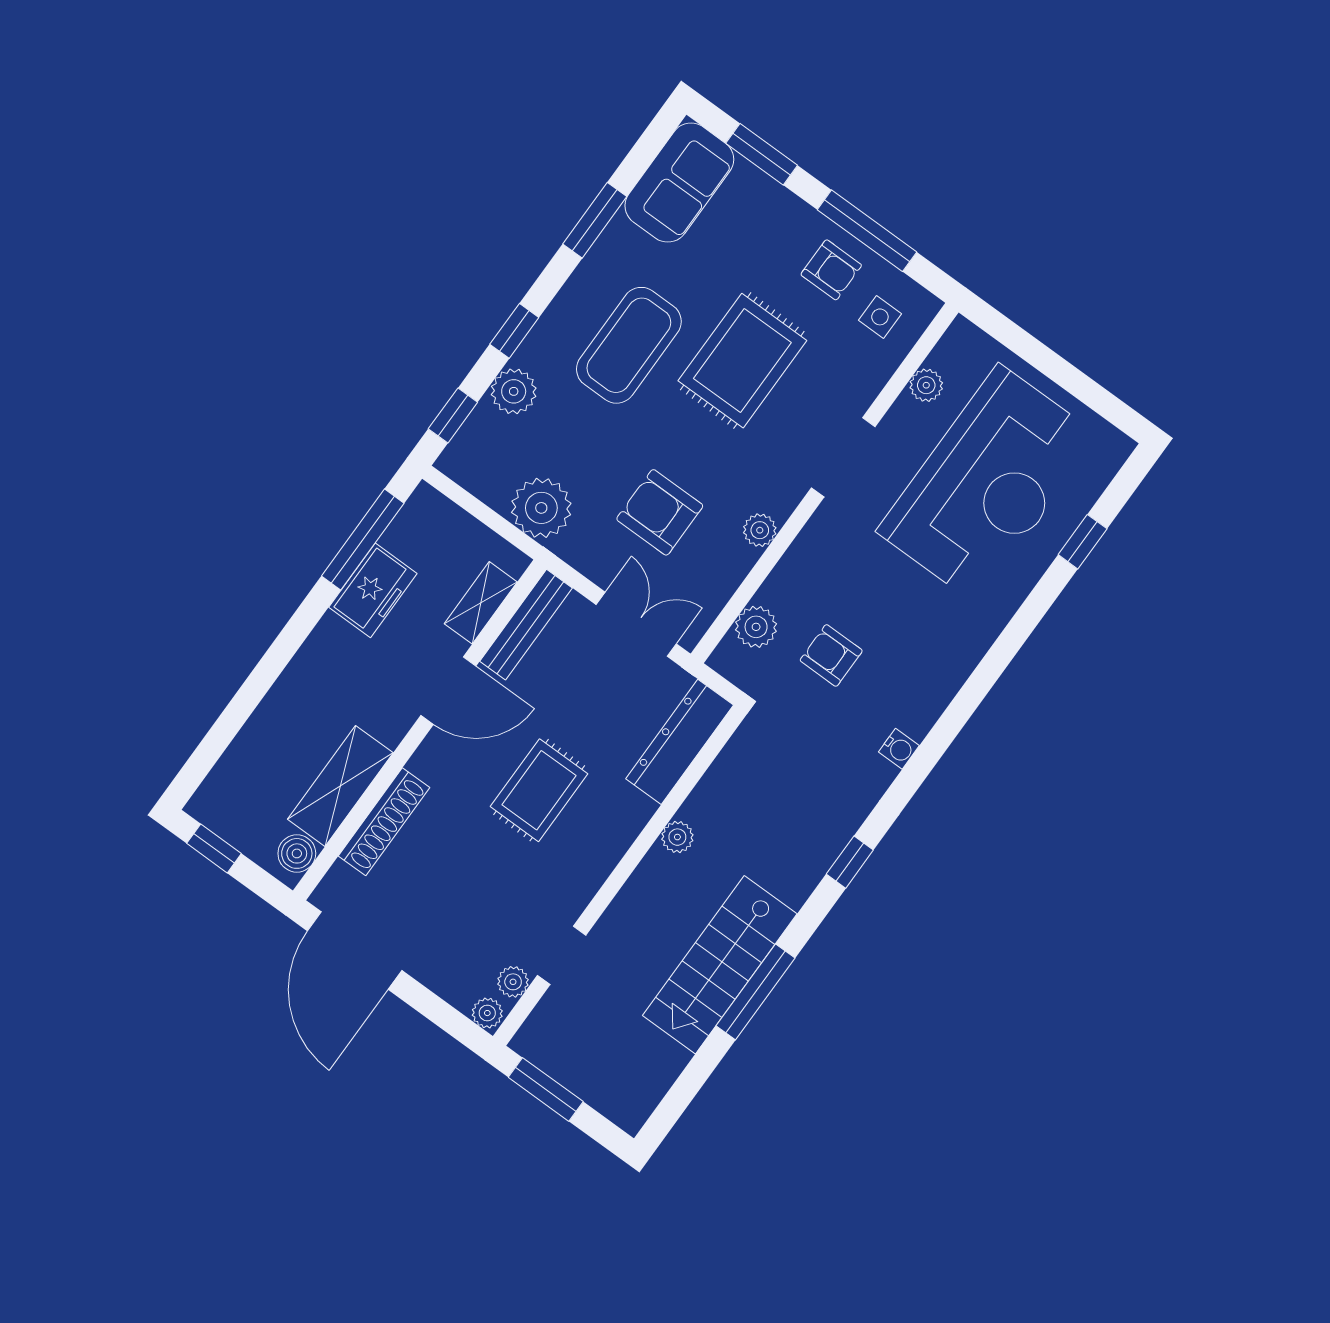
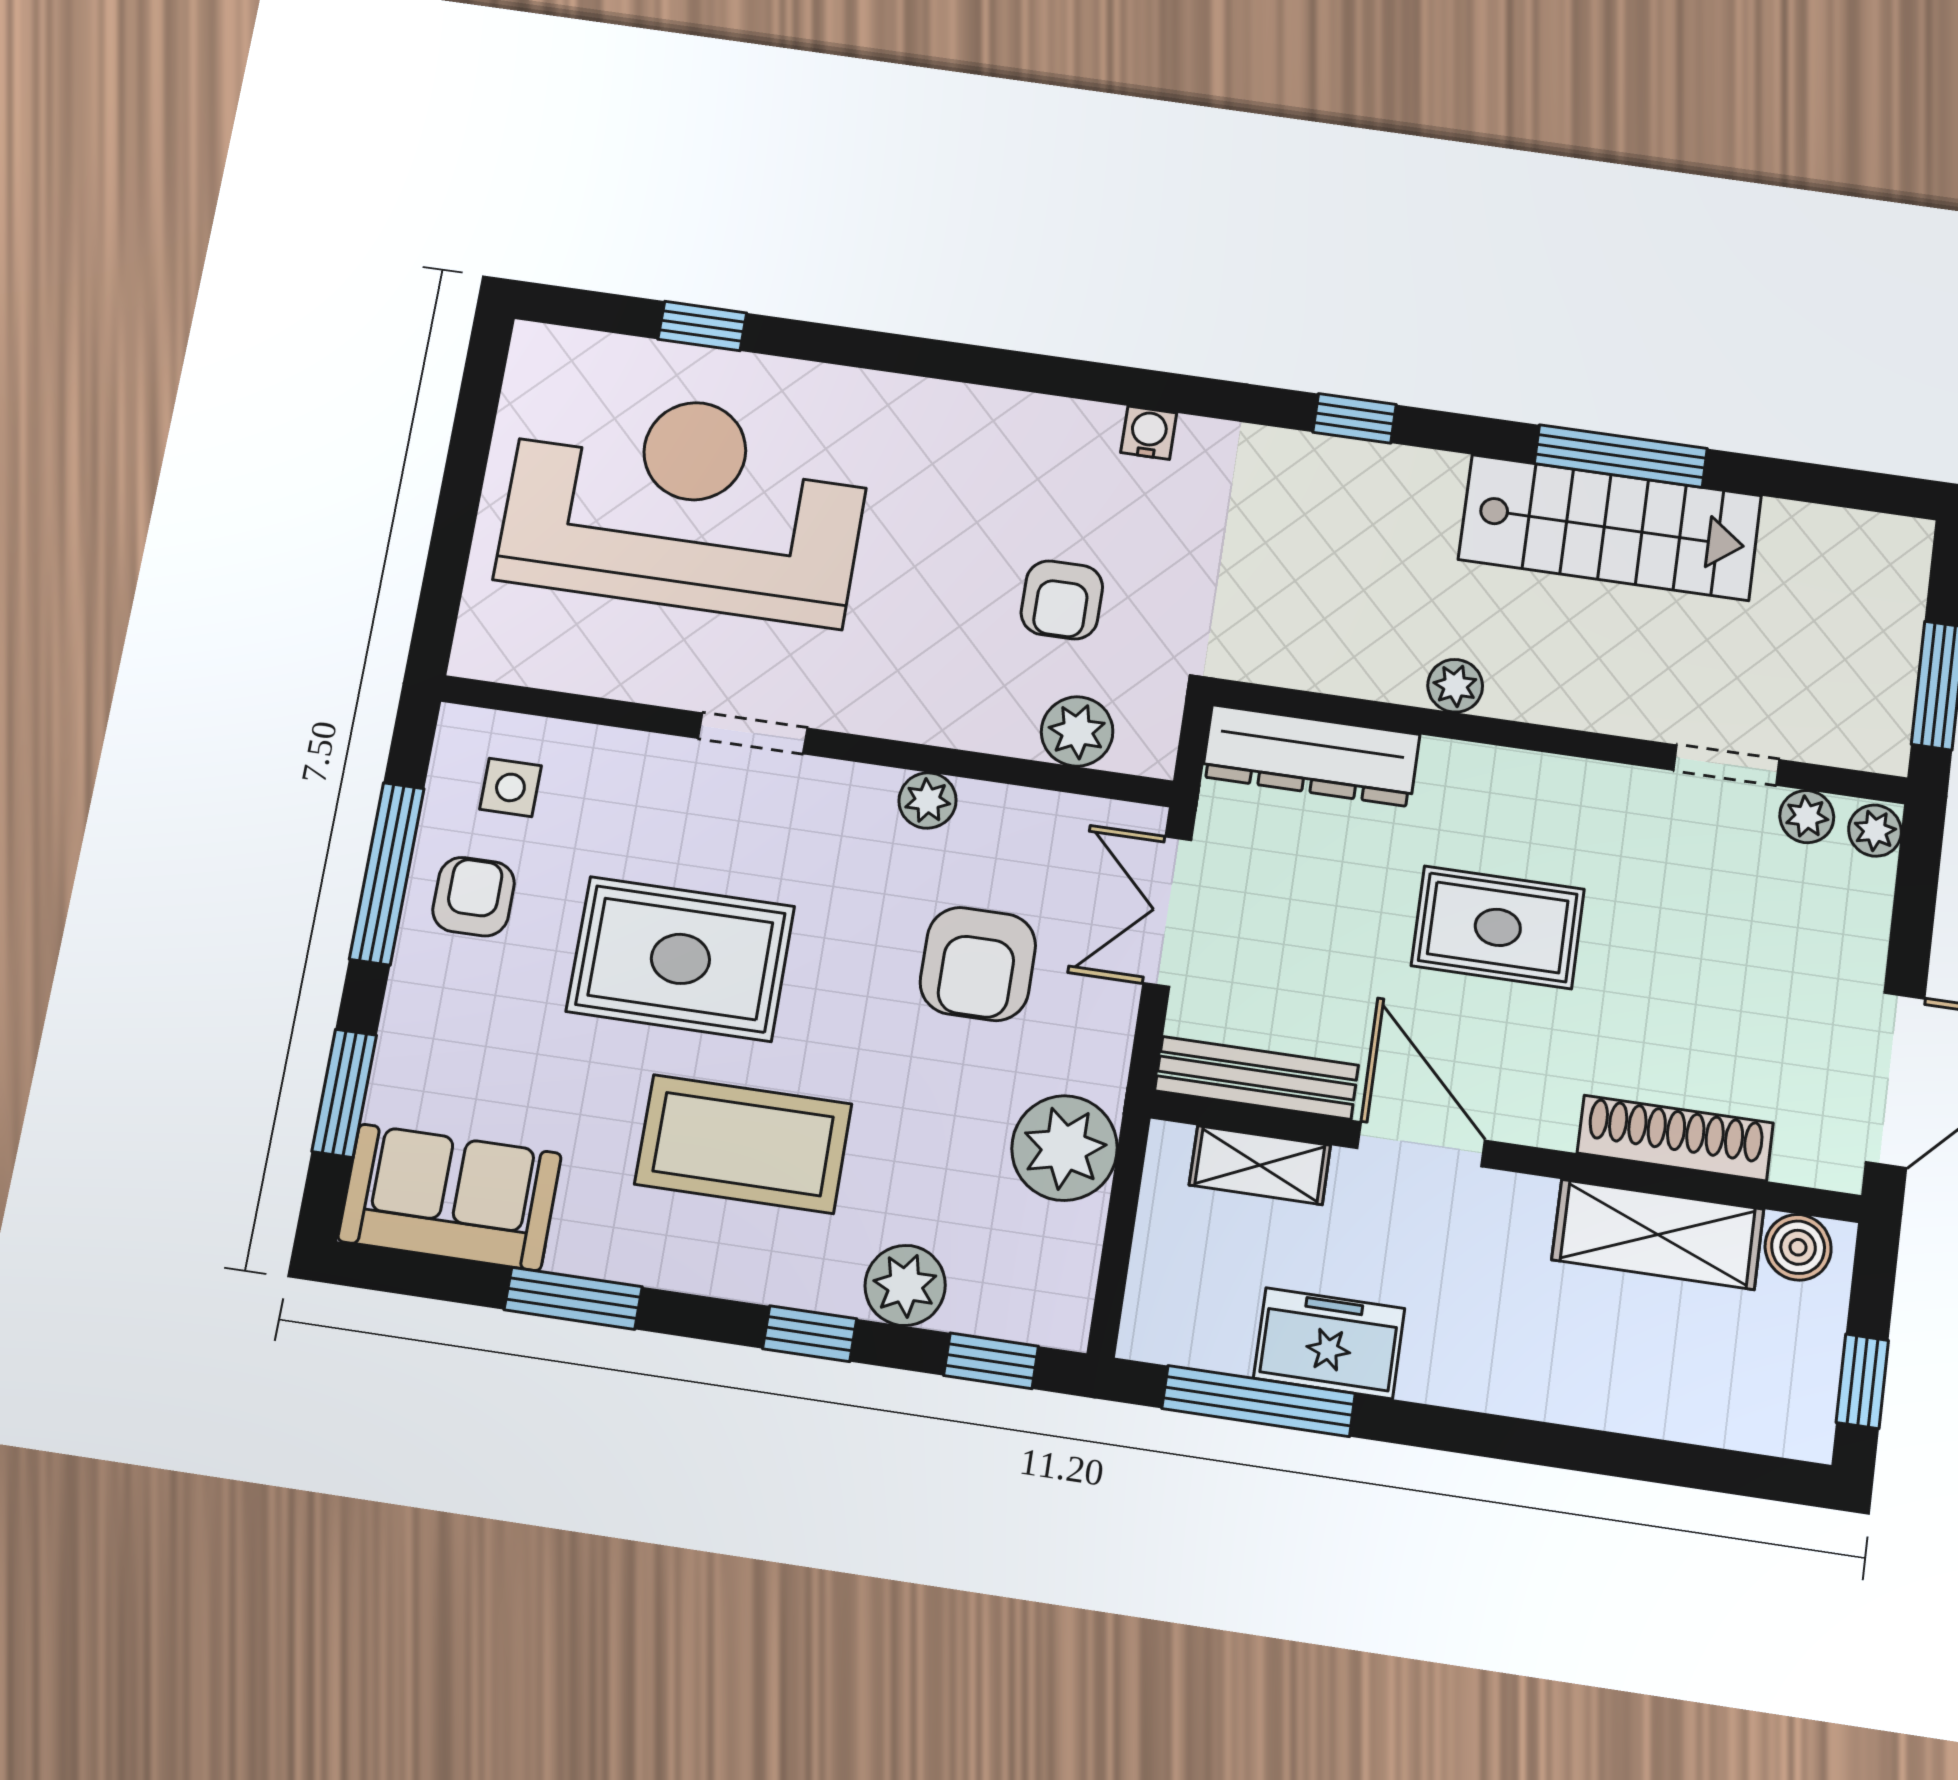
plant: (926, 385) -> (581, 667), removed
doorway: (843, 457) -> (753, 733), width x0.73

